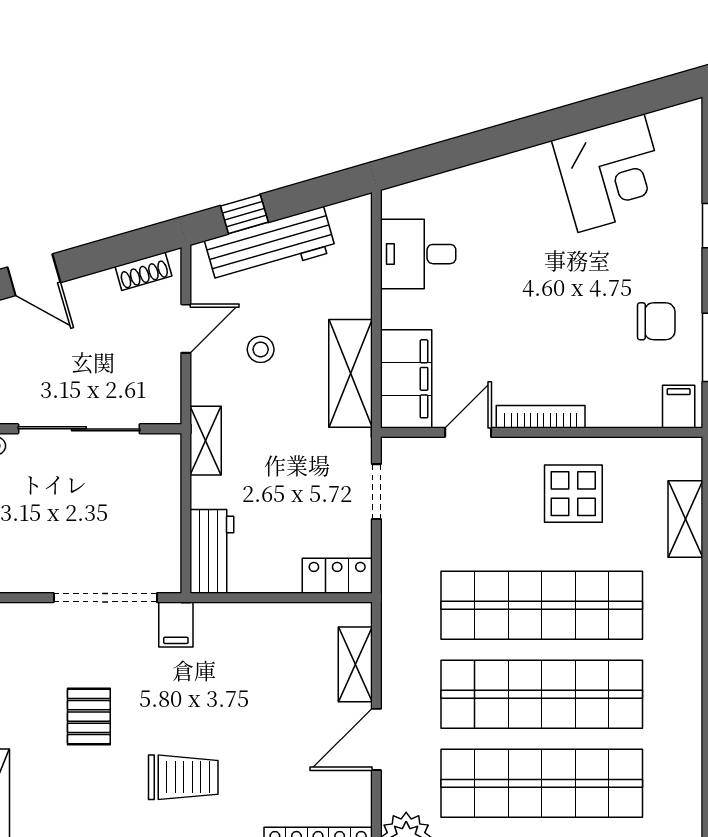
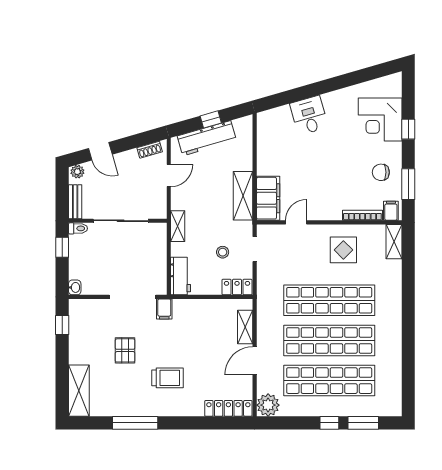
corner desk: (611, 173) -> (380, 120), moved, turned 106
window: (244, 214) -> (211, 119), moved
desk: (418, 254) -> (309, 115), moved, turned 74
chair: (656, 321) -> (381, 172), turned 180
stool: (261, 349) -> (223, 252), moved
bookcase: (541, 417) -> (362, 215), moved
shelving: (685, 519) -> (394, 242), moved

